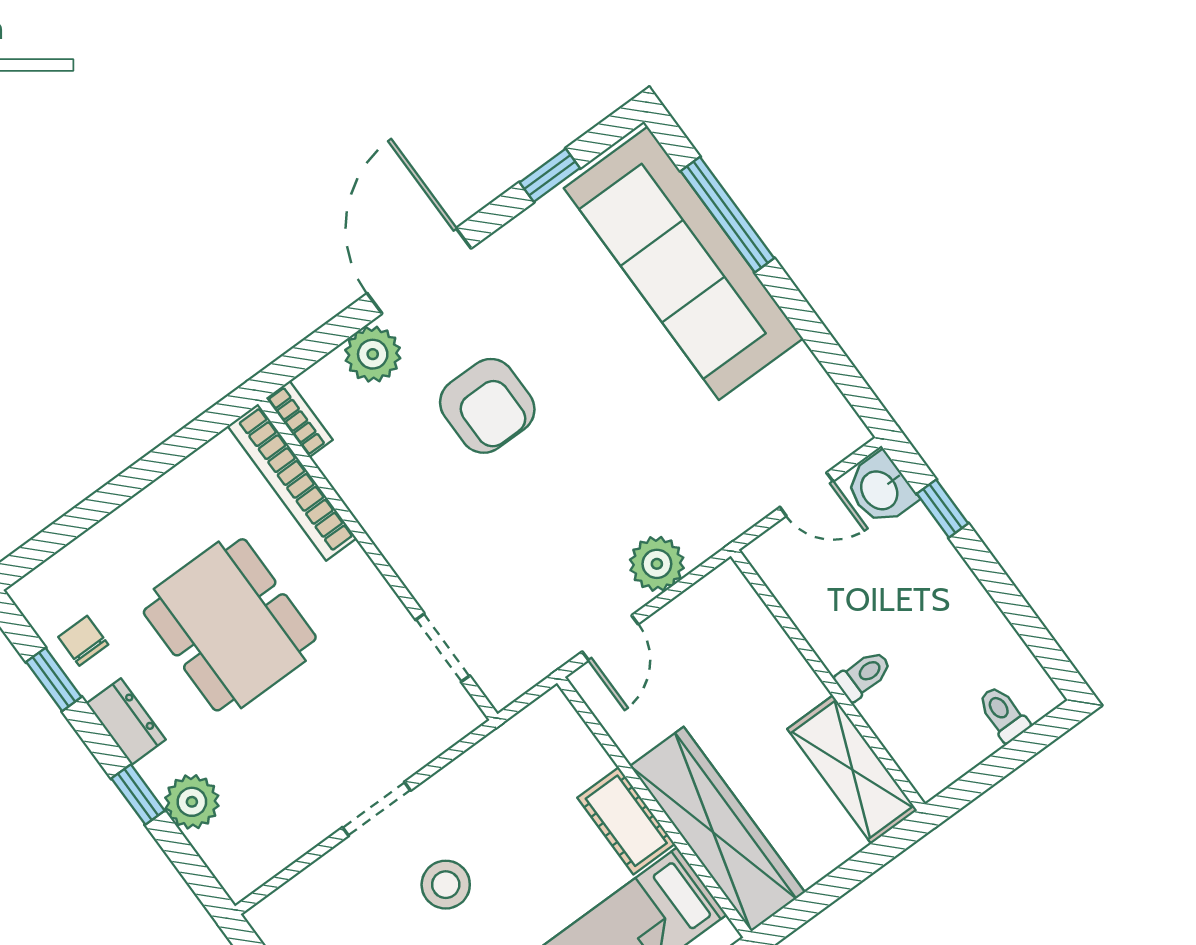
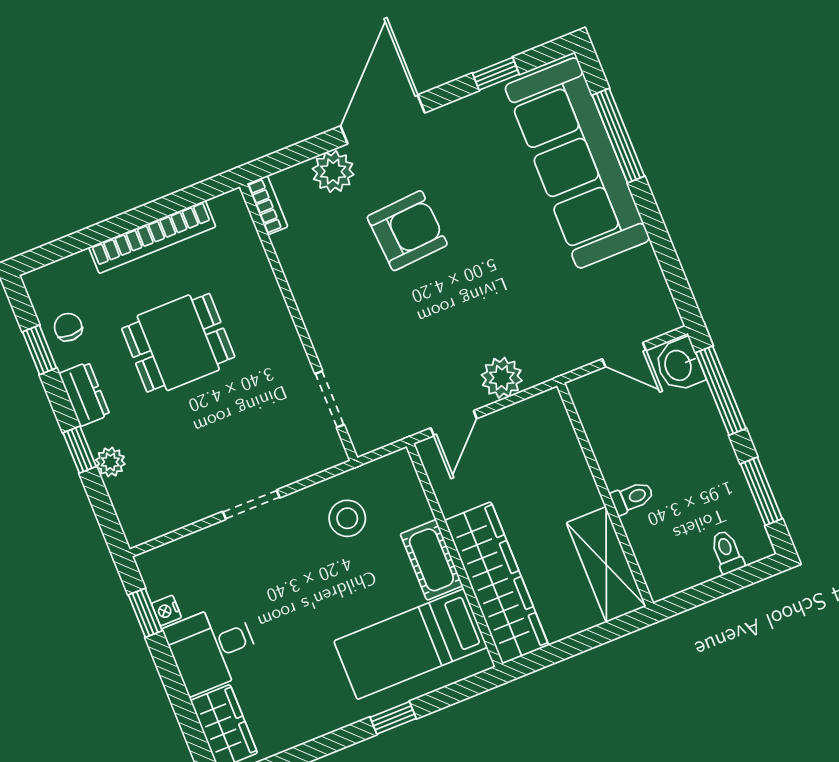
armchair: (487, 406) -> (407, 231), turned -94
bookcase: (292, 482) -> (152, 237), moved, turned -90
window: (943, 509) -> (721, 391), width x2.17
dining table: (230, 625) -> (178, 343), width x0.73
window: (1027, 625) -> (761, 491), added
plant: (192, 802) -> (110, 462), width x0.73, depth x0.73
stool: (446, 885) -> (347, 518), moved

